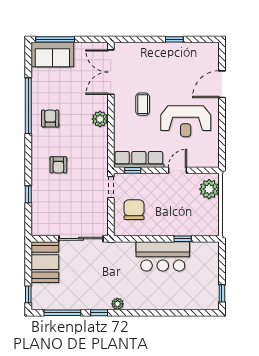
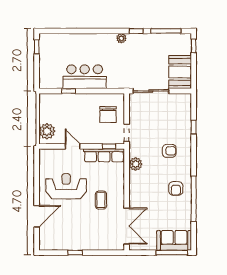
plant: (100, 119) -> (136, 164), moved
armchair: (58, 165) -> (169, 151), turned 90
door: (177, 170) -> (73, 146), swing flipped

